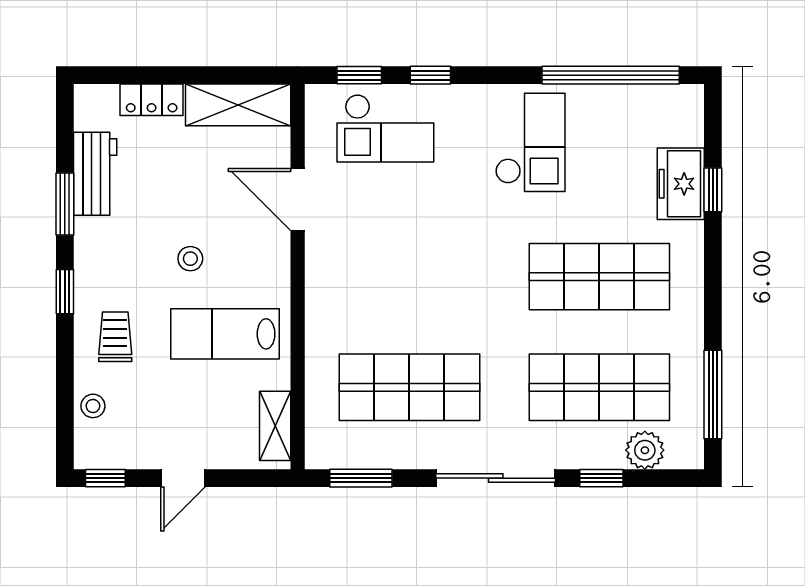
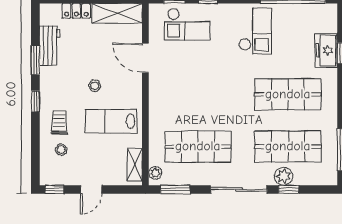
stool: (93, 406) -> (61, 150), moved
plant: (318, 443) -> (155, 173), added
plant: (645, 450) -> (284, 176), moved

